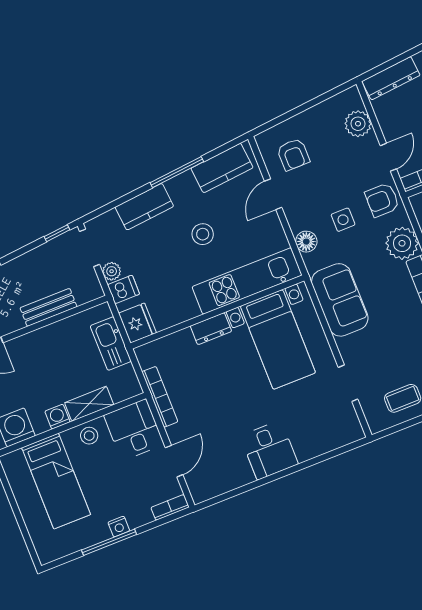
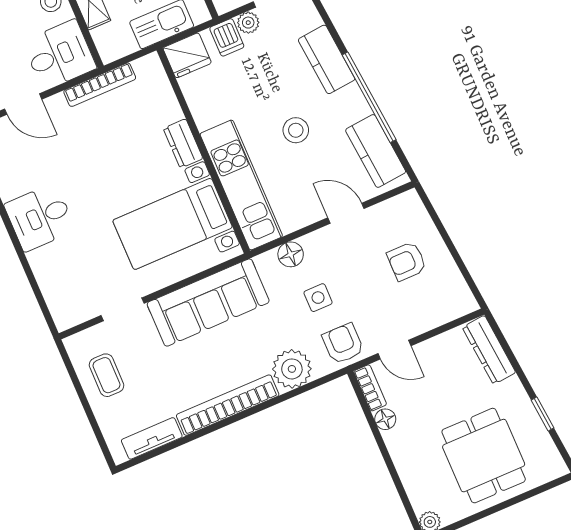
plant: (358, 124) -> (433, 312), removed
armchair: (293, 154) -> (407, 261), moved
window: (177, 172) -> (369, 97), width x1.46
sofa: (340, 300) -> (208, 303), width x1.36

